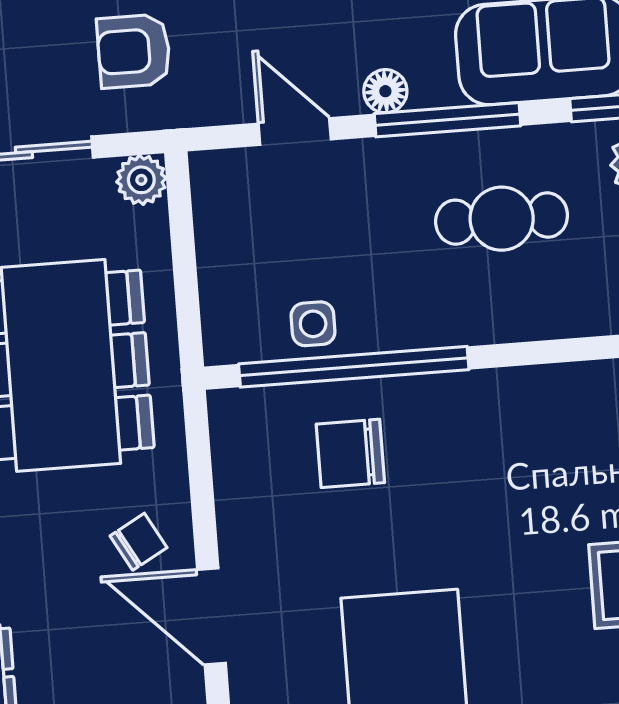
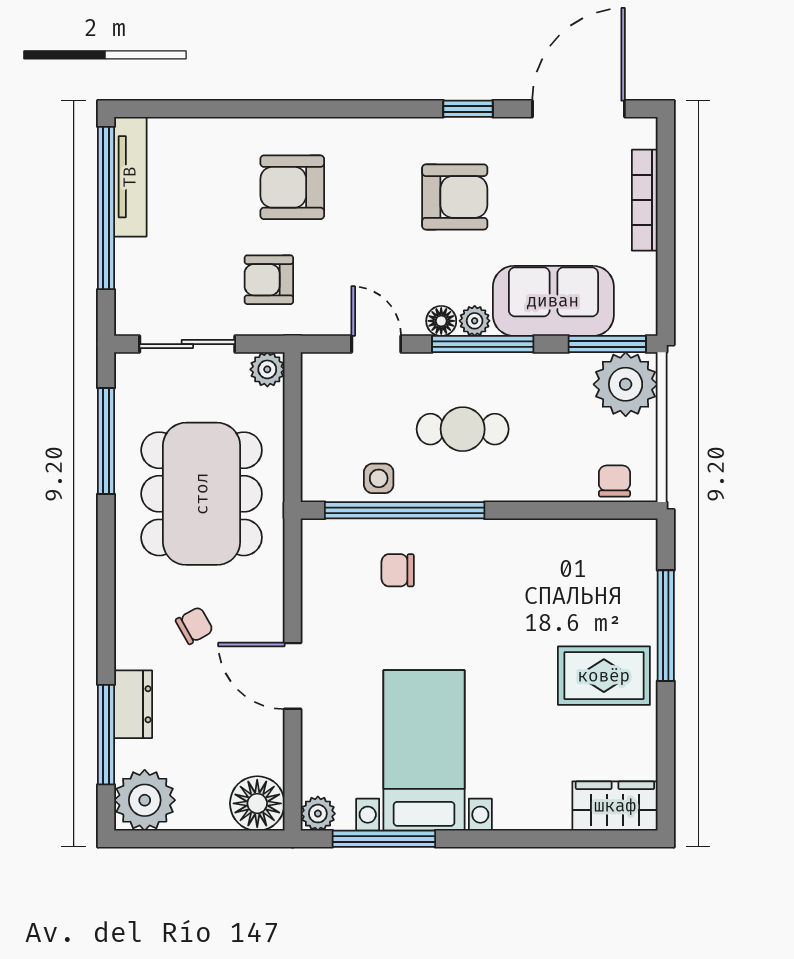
plant: (433, 87) -> (475, 321), added
cafe table: (502, 219) -> (463, 429), moved
chair: (350, 453) -> (398, 570), width x0.73, depth x0.73
chair: (139, 542) -> (194, 625), moved

